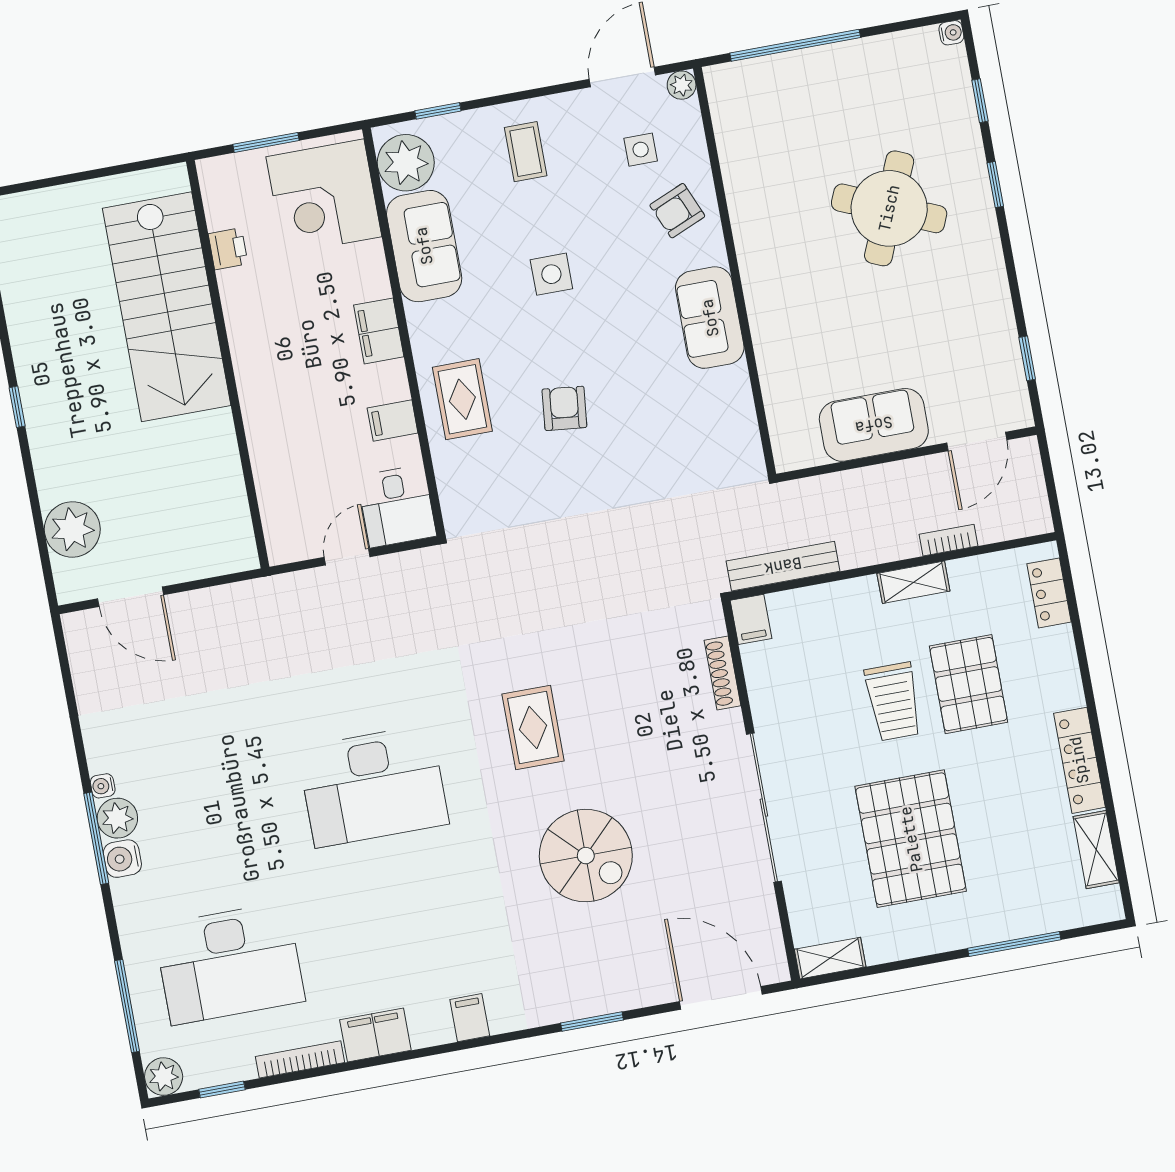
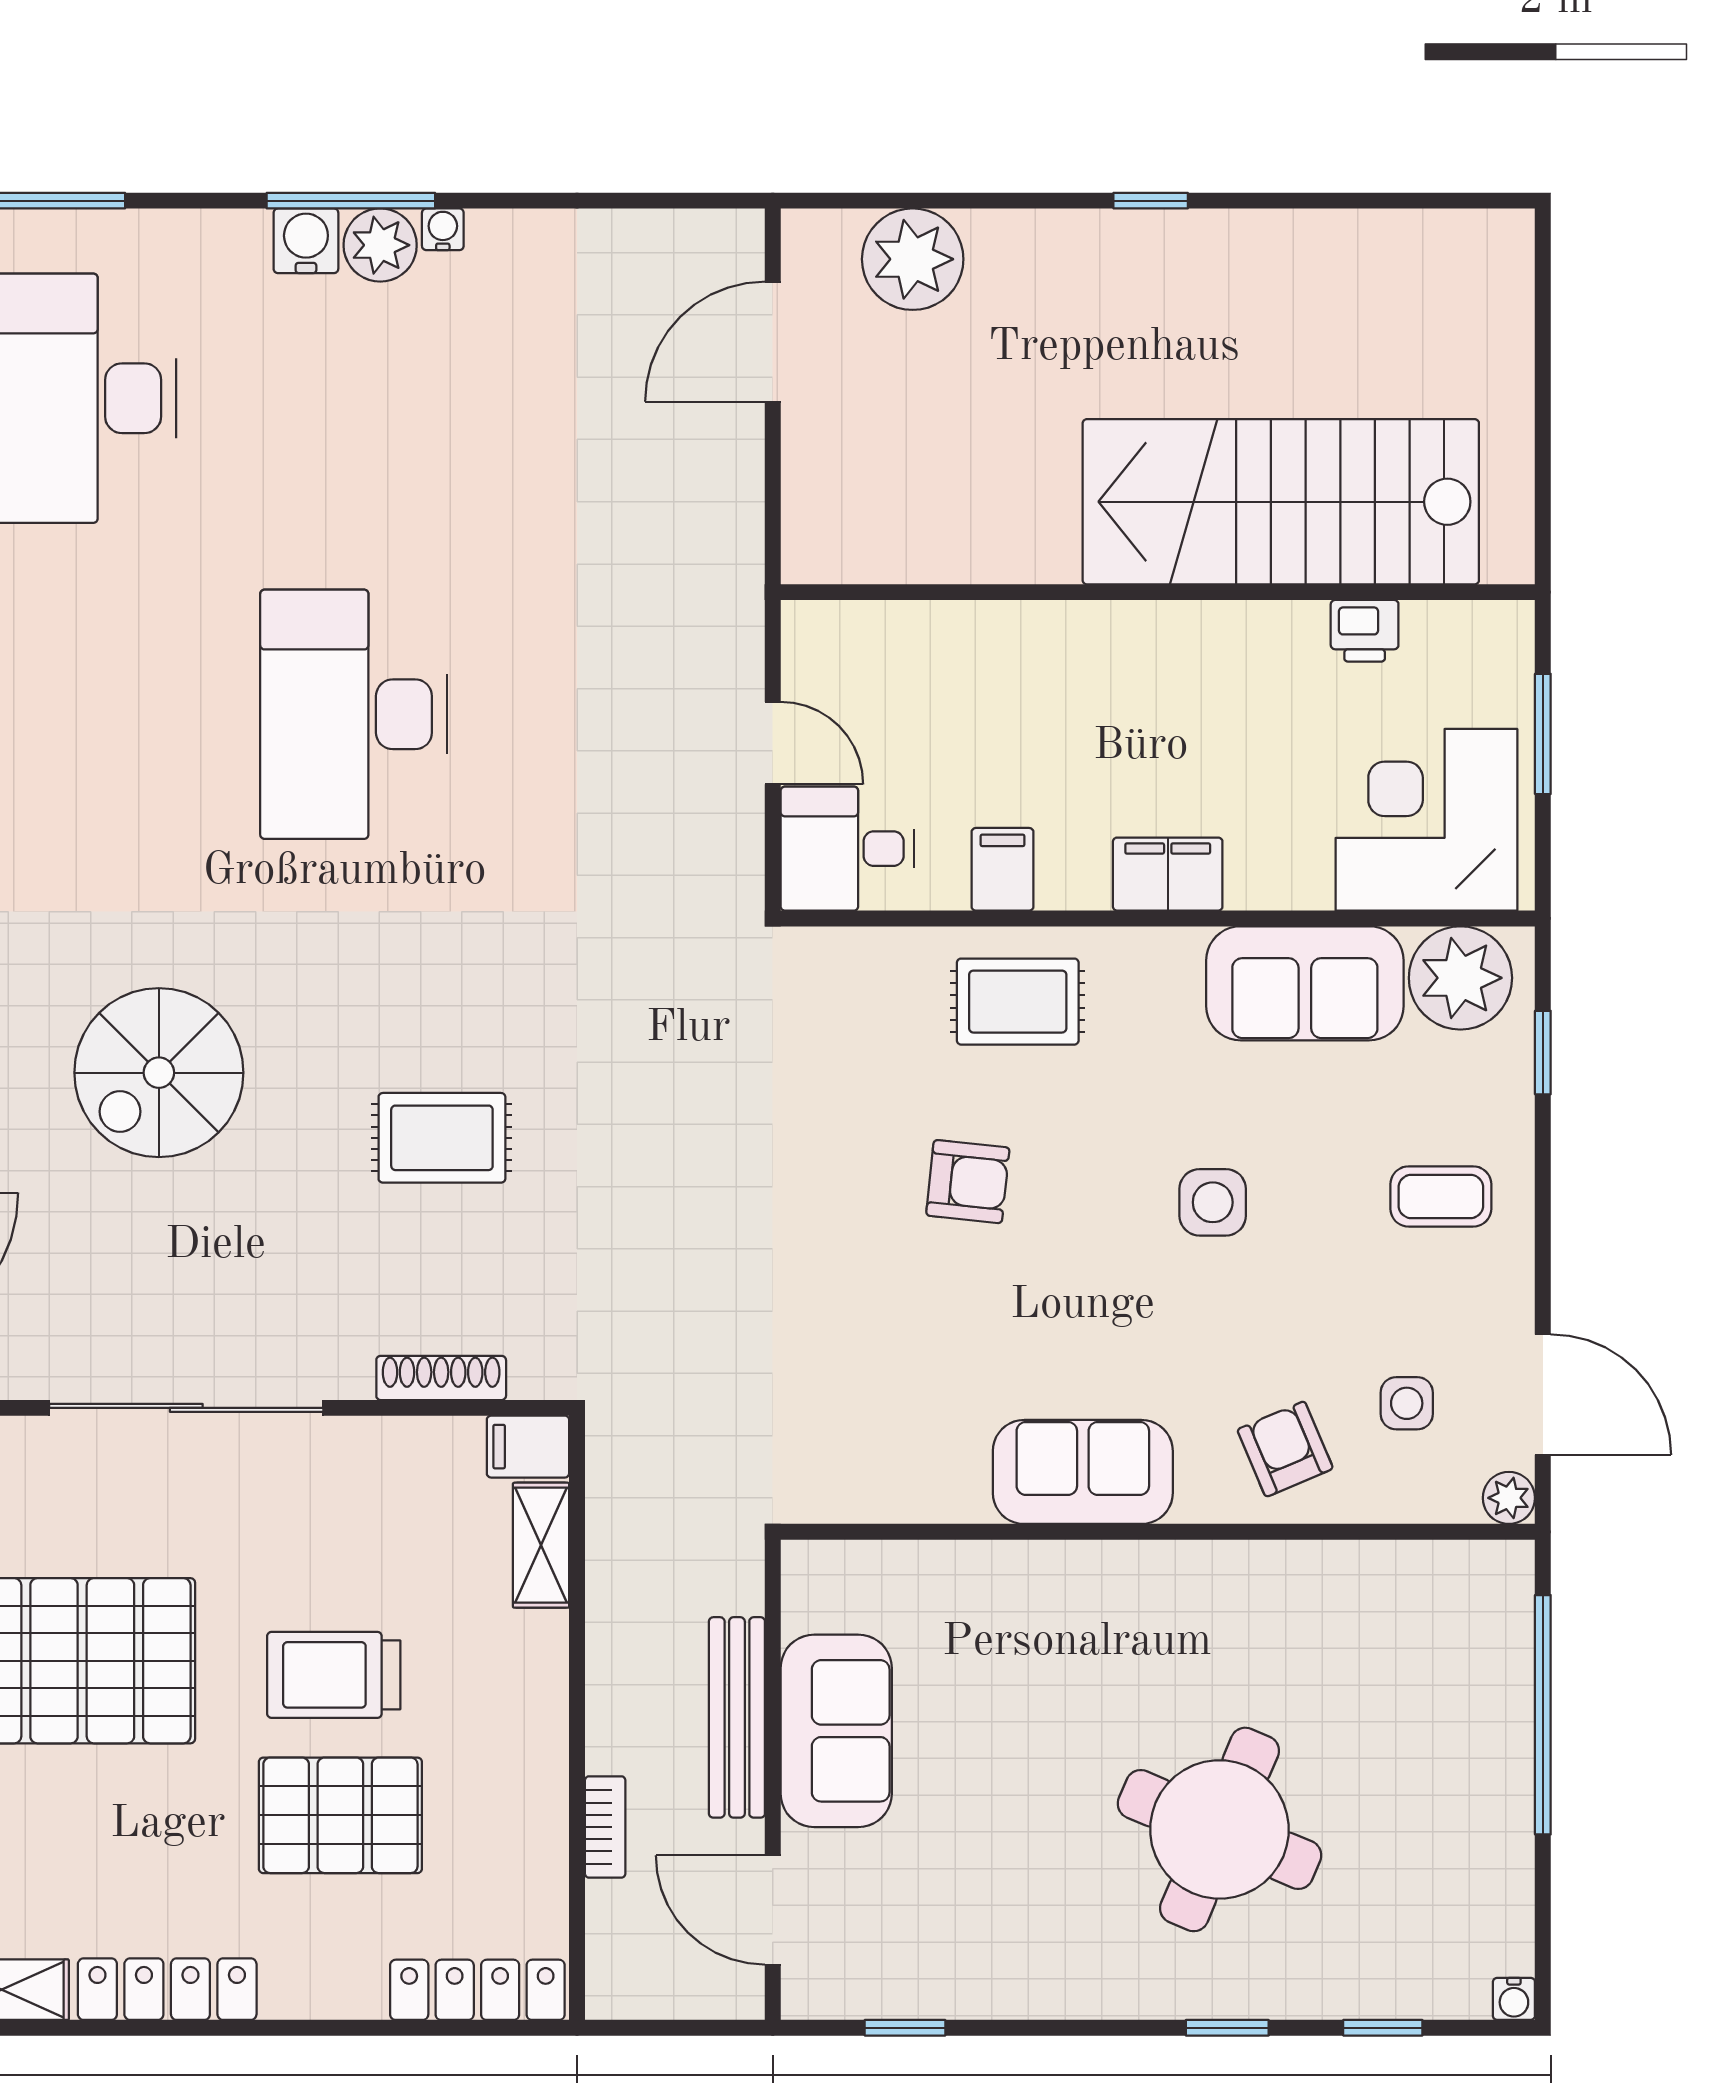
bench: (783, 566) -> (737, 1717), moved
shelving: (913, 582) -> (541, 1545), moved
locker: (1049, 593) -> (477, 1990), width x1.53
rug: (533, 728) -> (442, 1138), moved

